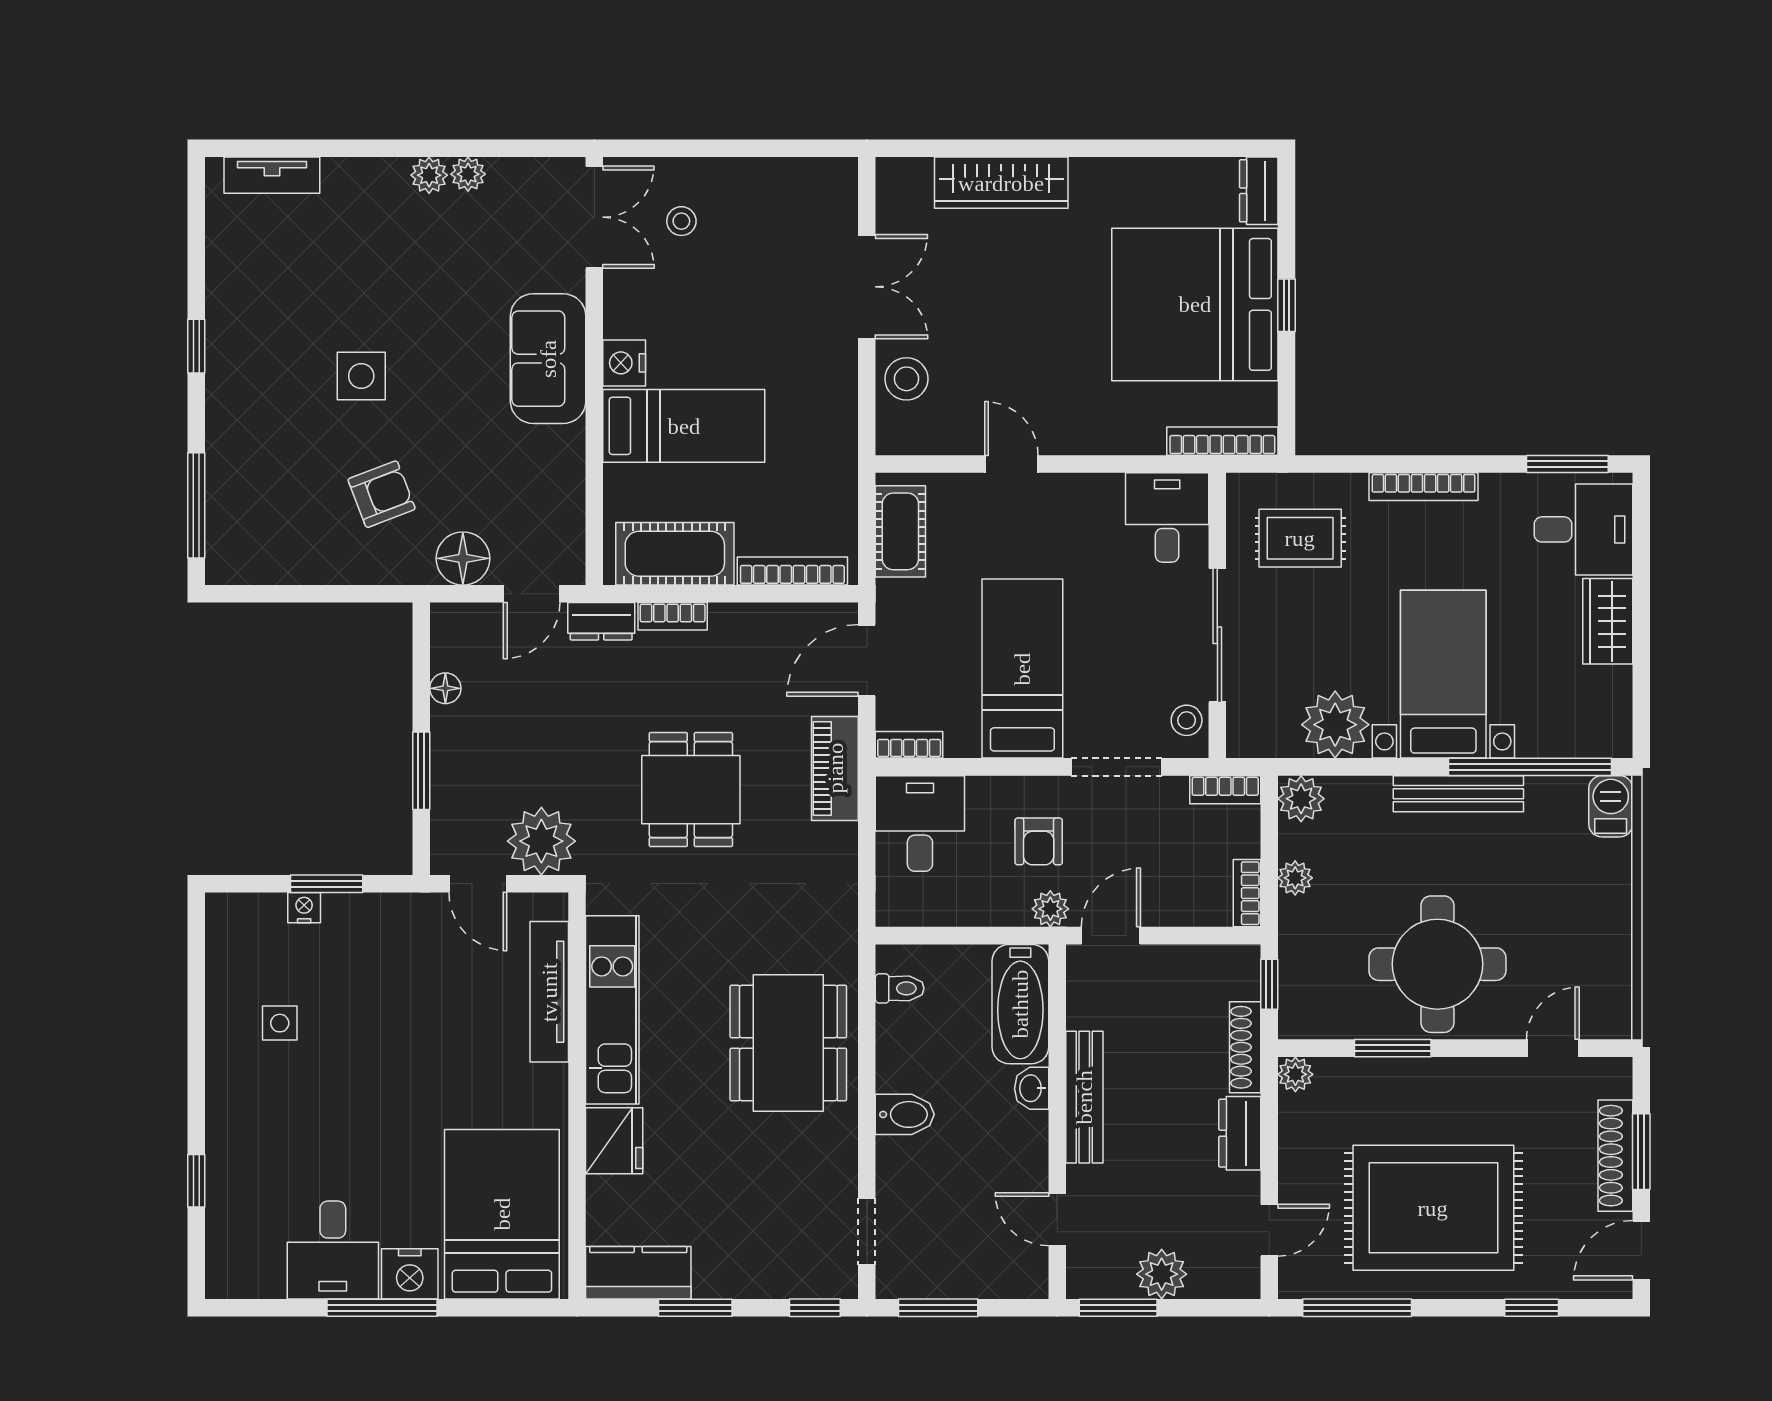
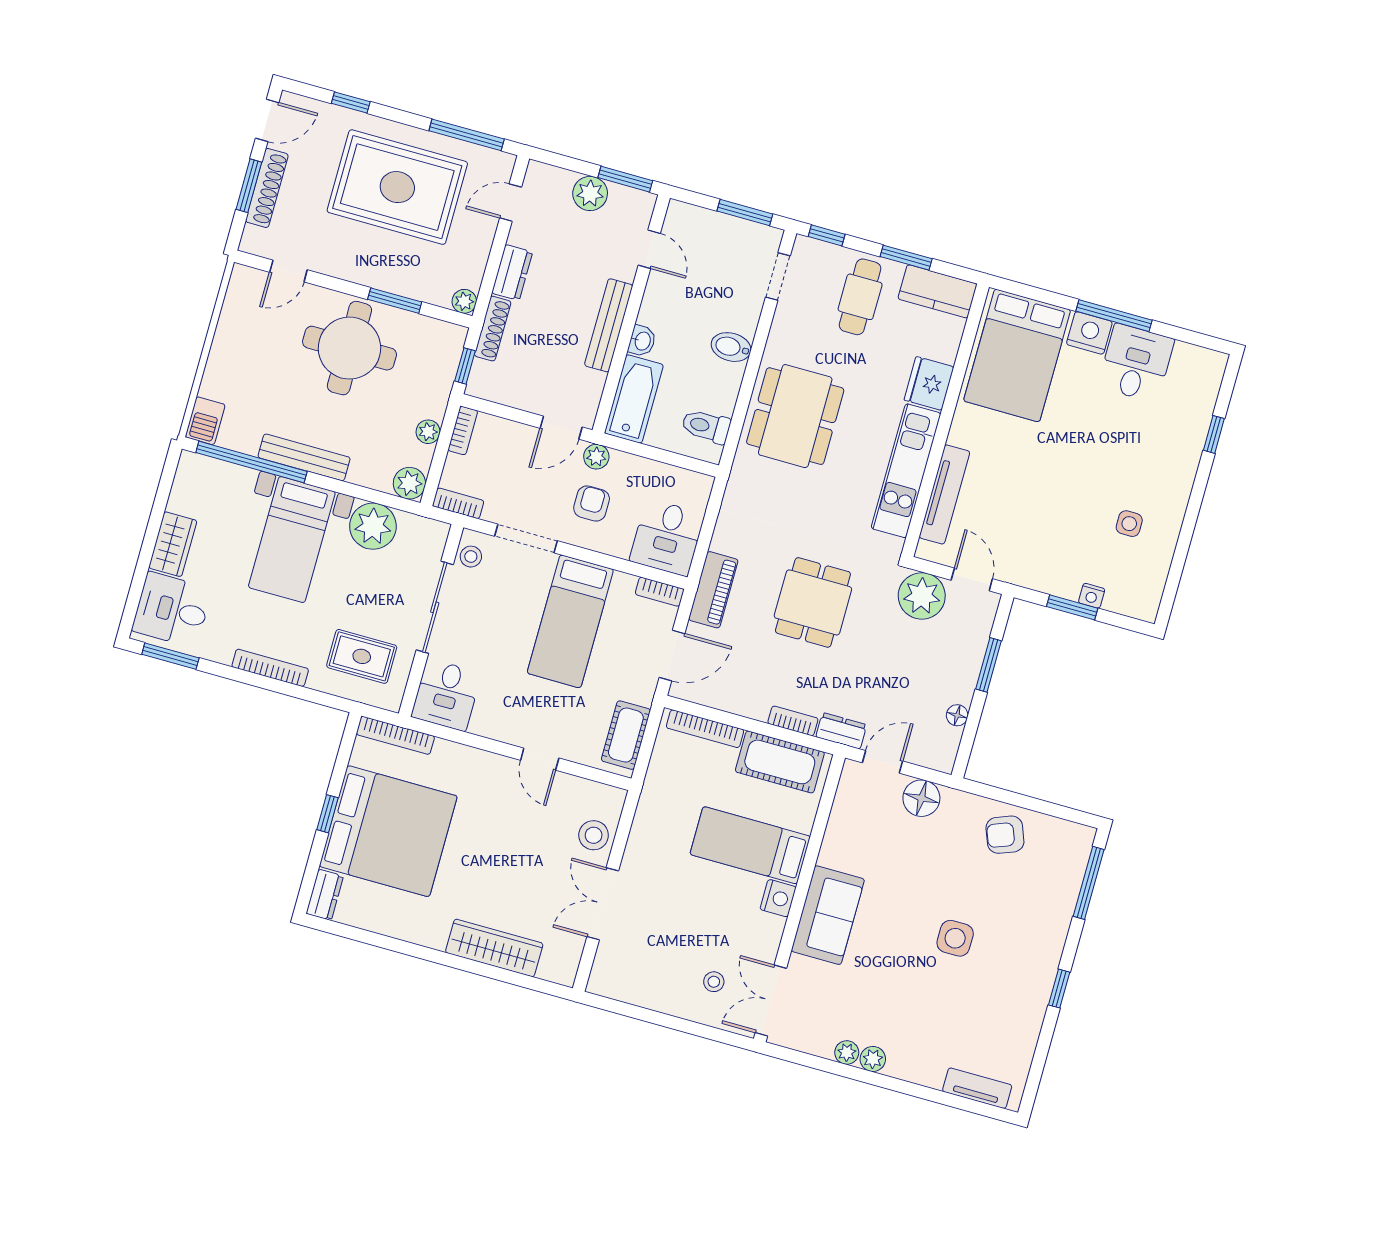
armchair: (382, 494) -> (1005, 835), moved
toilet: (900, 988) -> (706, 426), width x1.37, depth x1.39
cafe table: (744, 1235) -> (860, 297), added

